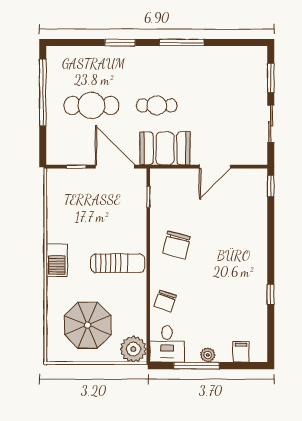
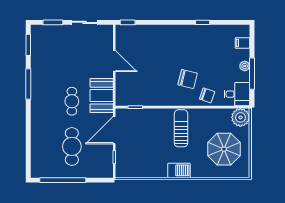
window: (120, 43) -> (28, 45), moved
chair: (176, 245) -> (188, 79), moved

